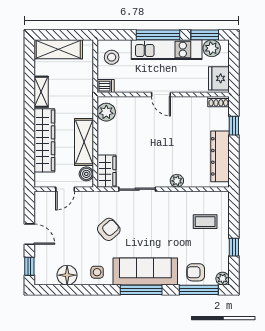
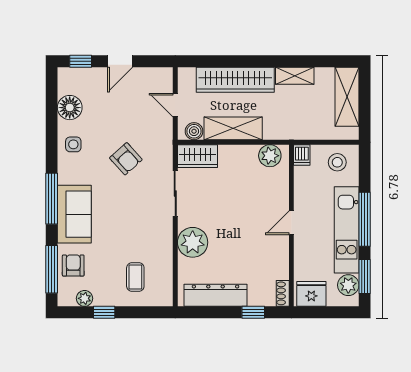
plant: (177, 181) -> (193, 242), width x1.88, depth x1.88
sofa: (145, 271) -> (74, 214), width x0.73
plant: (223, 279) -> (85, 298), moved

